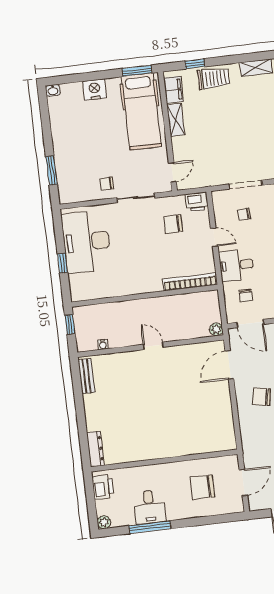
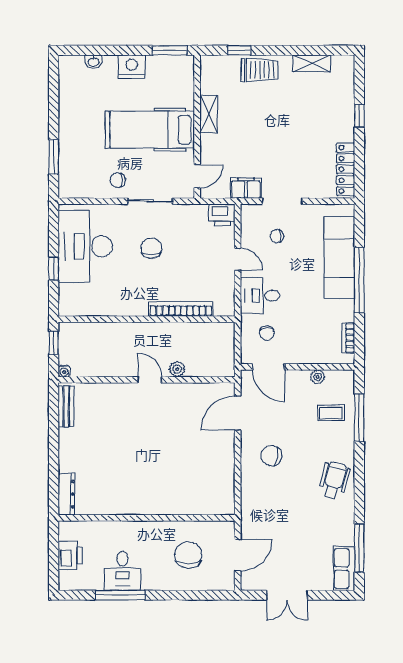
washbasin: (53, 90) -> (94, 62), moved
nightstand: (95, 90) -> (132, 67), moved
filing cabinet: (173, 90) -> (246, 188), moved, turned -90
hospital bed: (141, 112) -> (150, 130), moved, turned 90
chair: (173, 224) -> (151, 248), moved, turned 90
bookcase: (190, 282) -> (181, 309), moved
plant: (216, 329) -> (177, 369), moved
water cooler: (103, 345) -> (64, 371), moved
printer: (103, 487) -> (70, 555), moved
chair: (202, 487) -> (188, 555), turned 90
plant: (104, 522) -> (66, 583), removed

